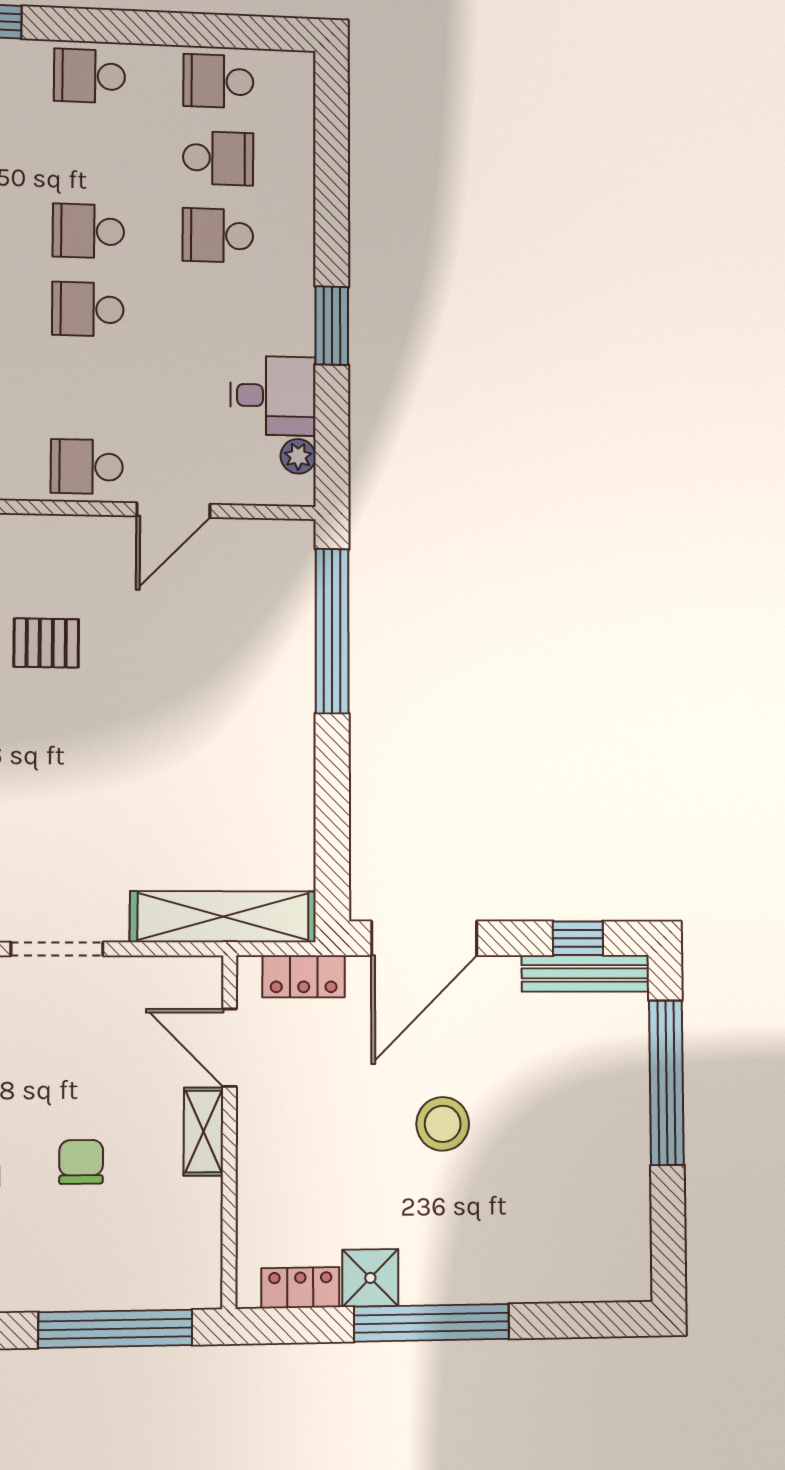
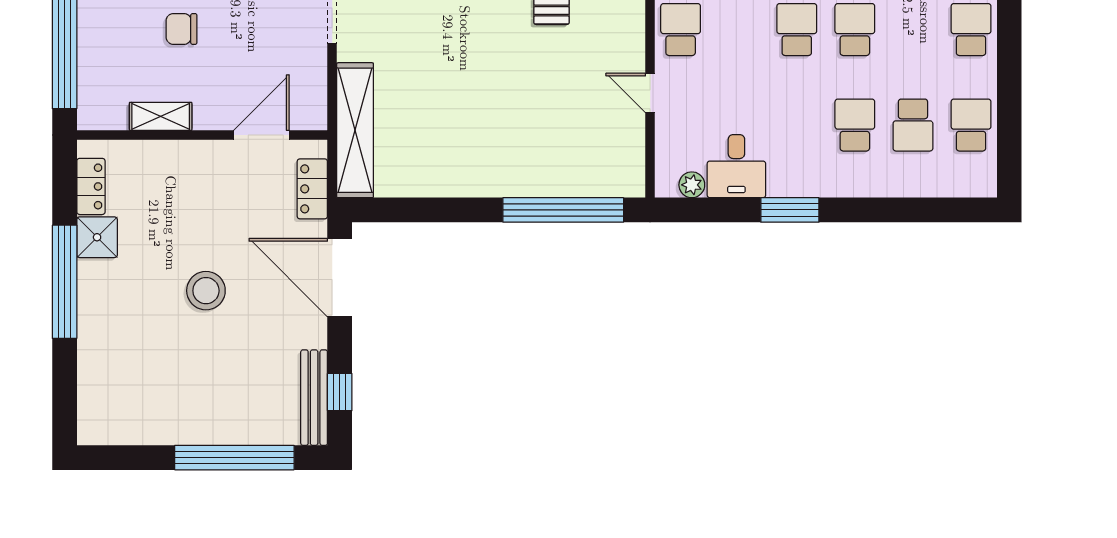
door: (173, 510) -> (650, 93), width x0.73
shelving: (203, 1132) -> (161, 116), moved
chair: (81, 1162) -> (181, 29), turned 180

